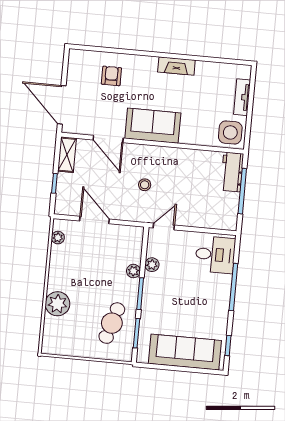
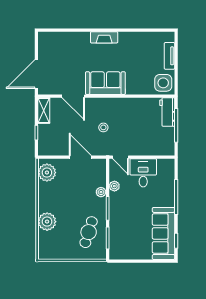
fireplace: (176, 66) -> (104, 37), moved
armchair: (111, 76) -> (71, 49), removed
door: (62, 105) -> (36, 74), hinge flipped
door: (94, 220) -> (80, 157), moved
door: (164, 227) -> (120, 157), swing flipped
plant: (58, 238) -> (47, 173), width x1.87, depth x1.87
desk: (215, 255) -> (143, 173), moved, turned -90
sofa: (185, 352) -> (164, 233), moved, turned -90

